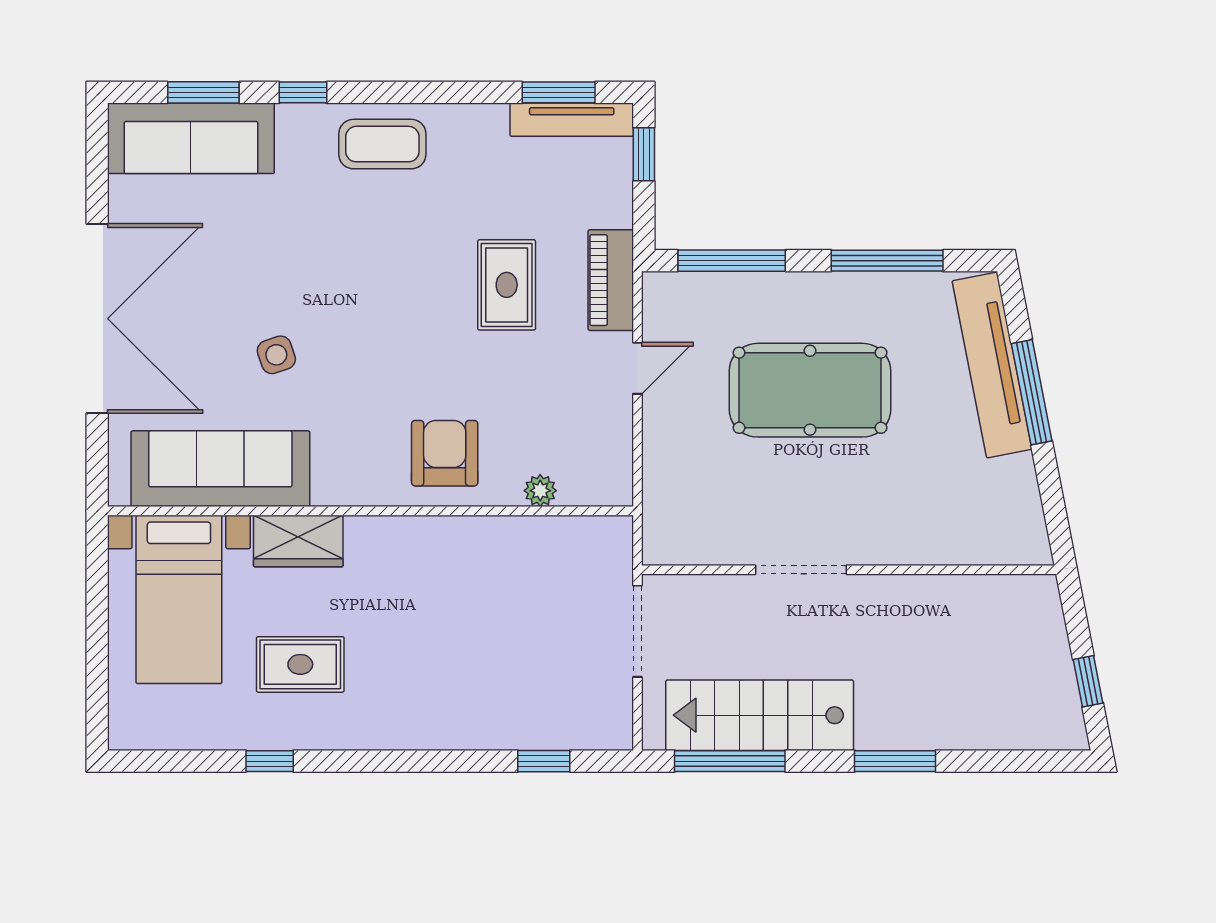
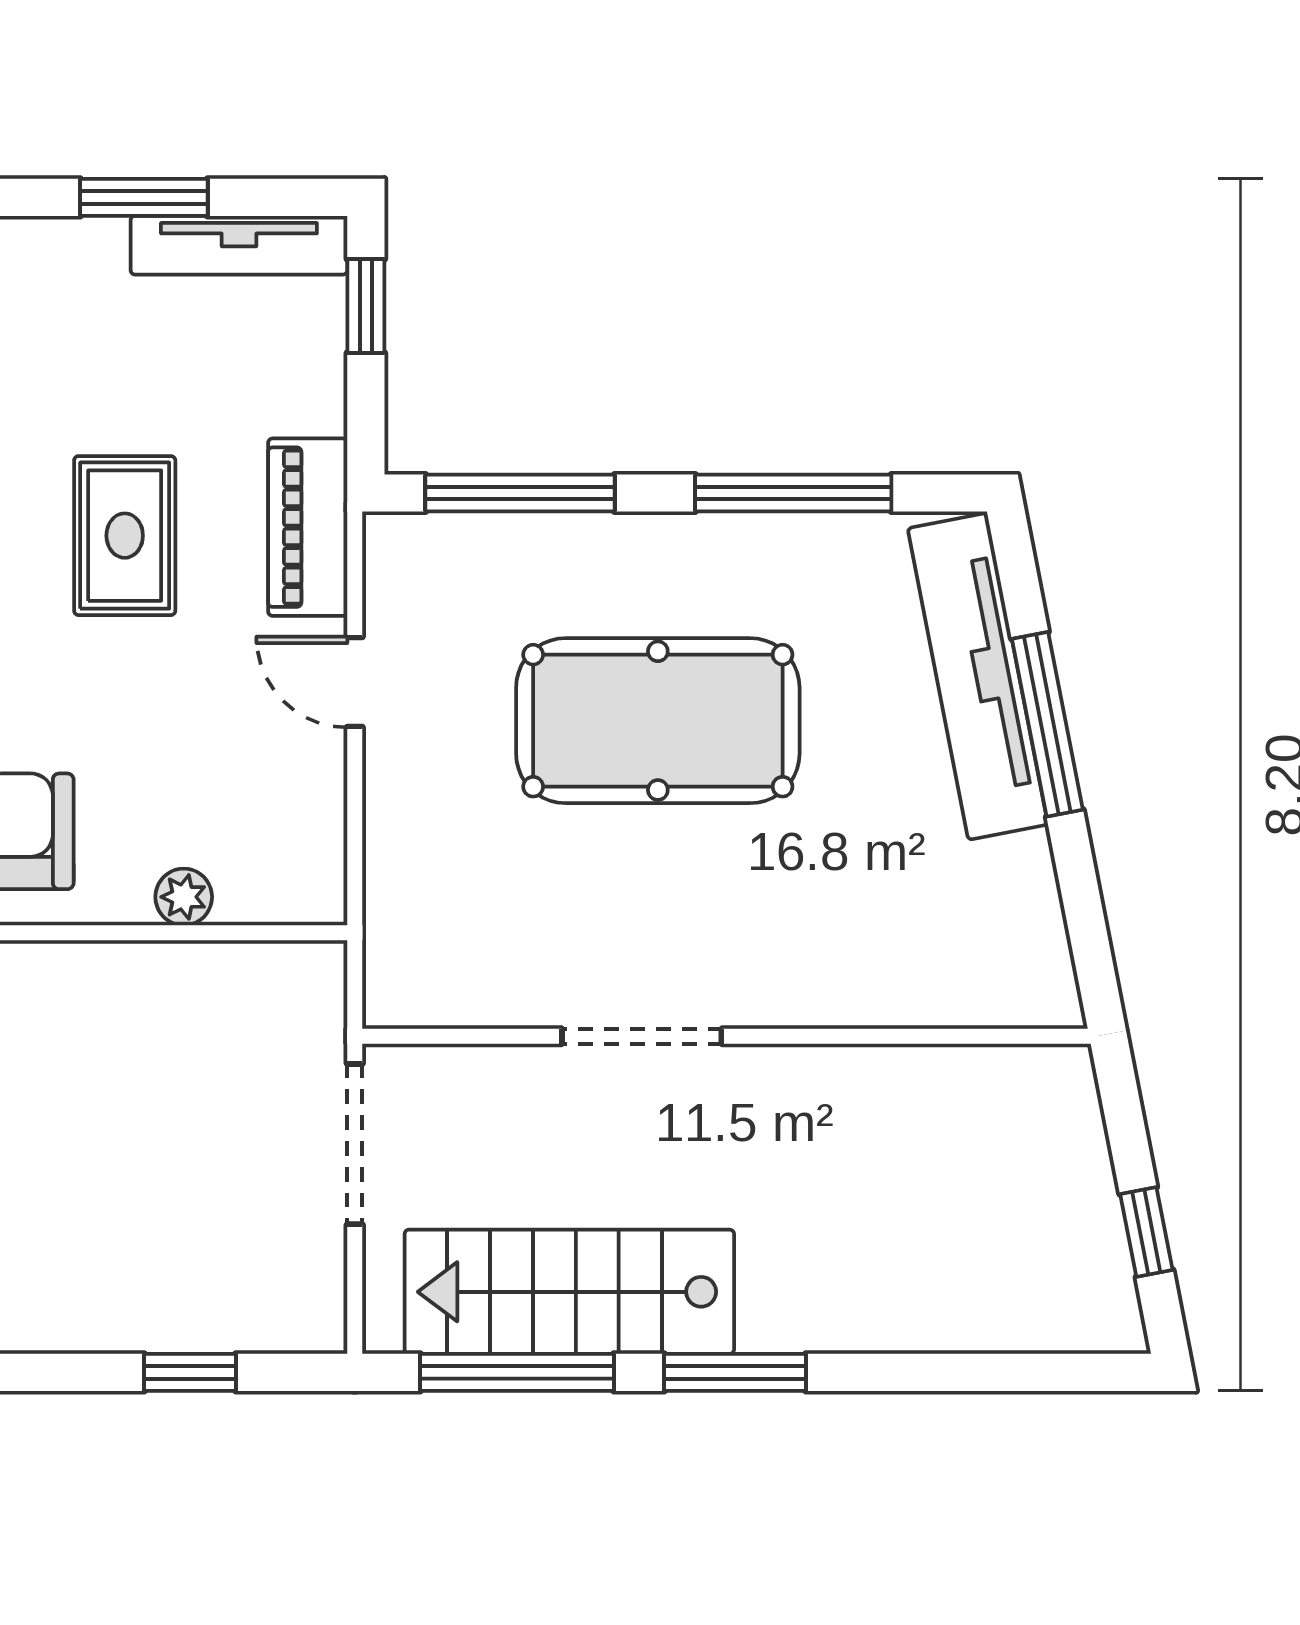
window: (559, 92) -> (144, 197), moved
door: (638, 368) -> (355, 682), swing flipped
window: (895, 761) -> (735, 1372), moved

